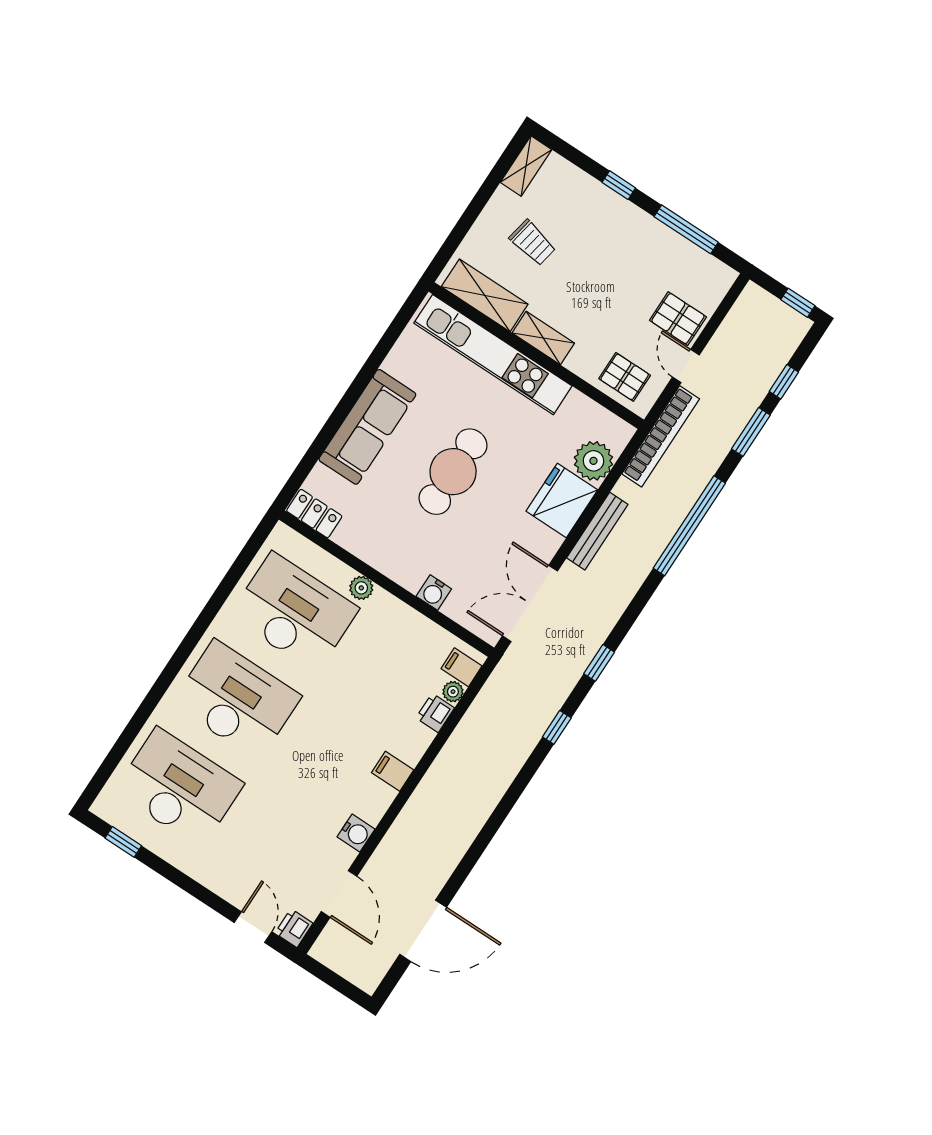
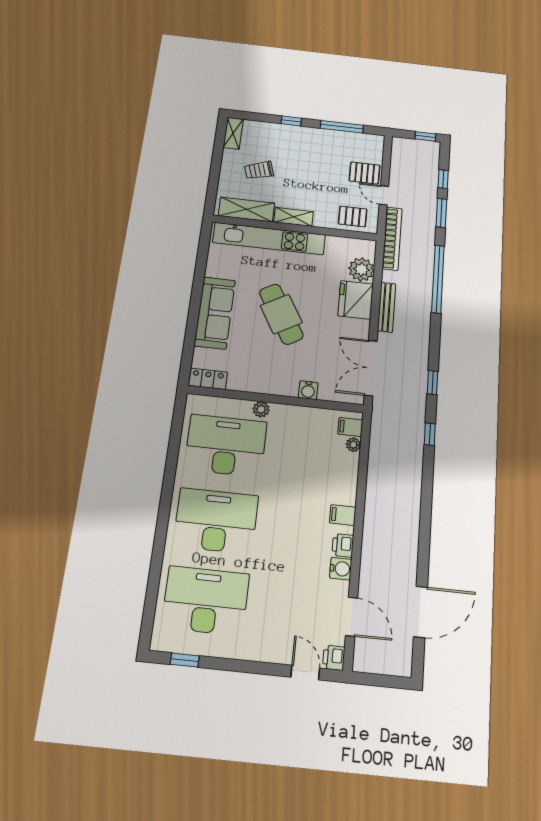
trolley: (533, 243) -> (259, 170), turned 152
cafe table: (453, 472) -> (281, 314), turned -30
printer: (435, 713) -> (343, 545), moved

